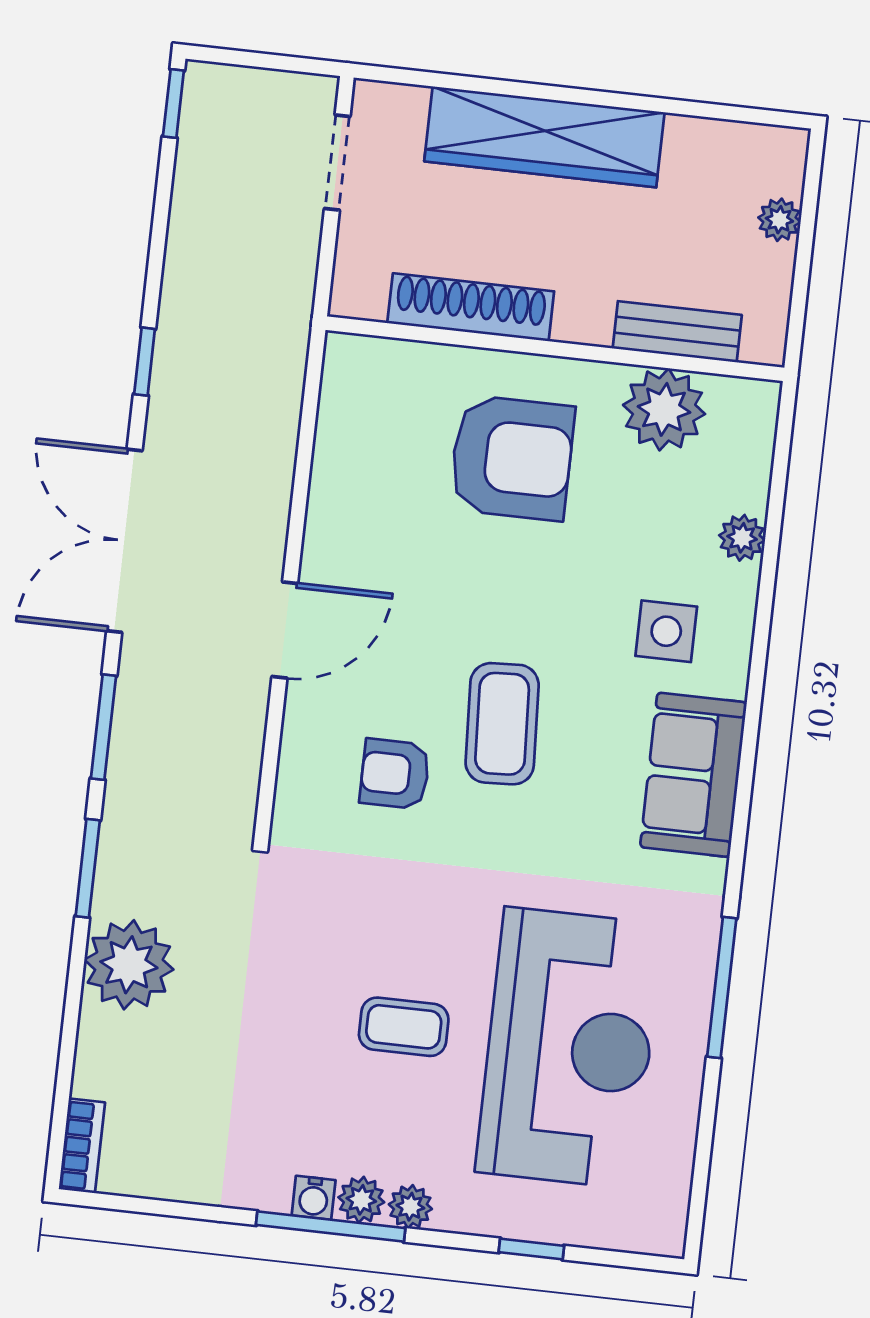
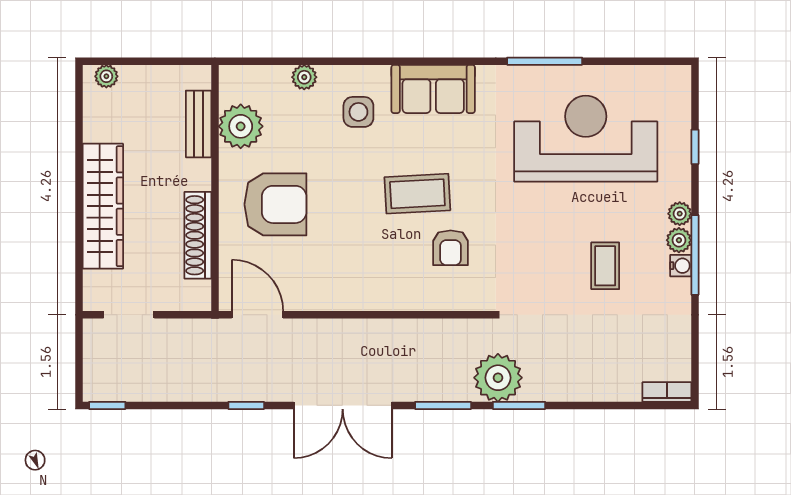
plant: (779, 220) -> (106, 76), moved
armchair: (512, 458) -> (275, 204), turned 90
door: (285, 630) -> (257, 315), moved
plant: (129, 965) -> (498, 378), moved
coffee table: (404, 1027) -> (605, 266), moved

